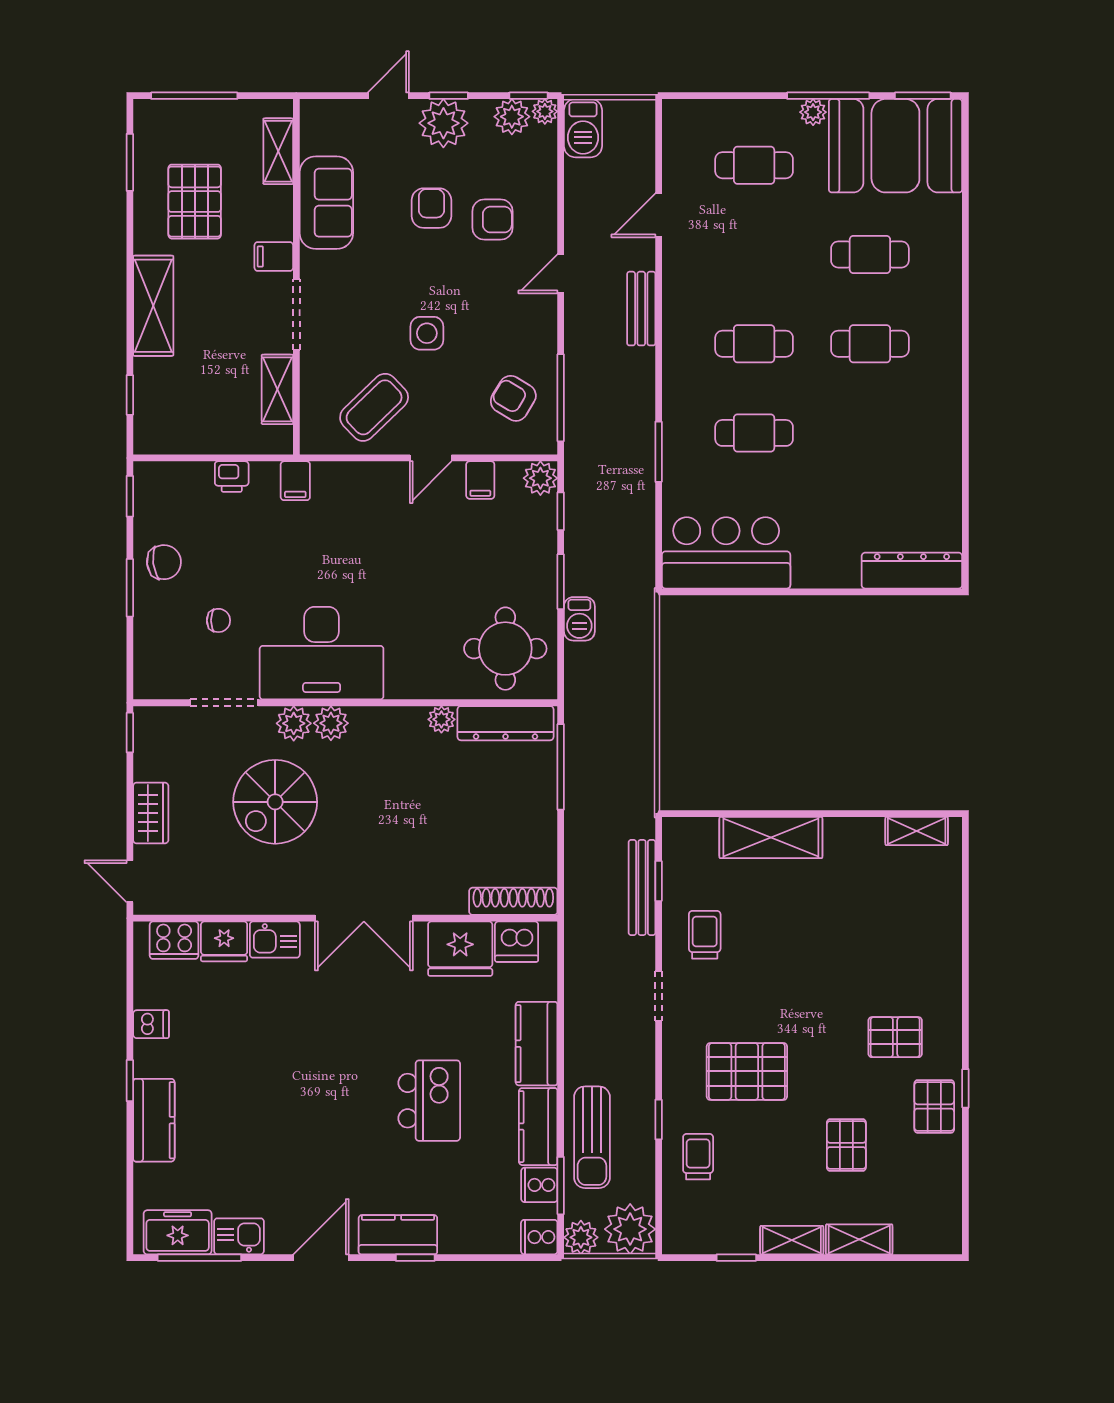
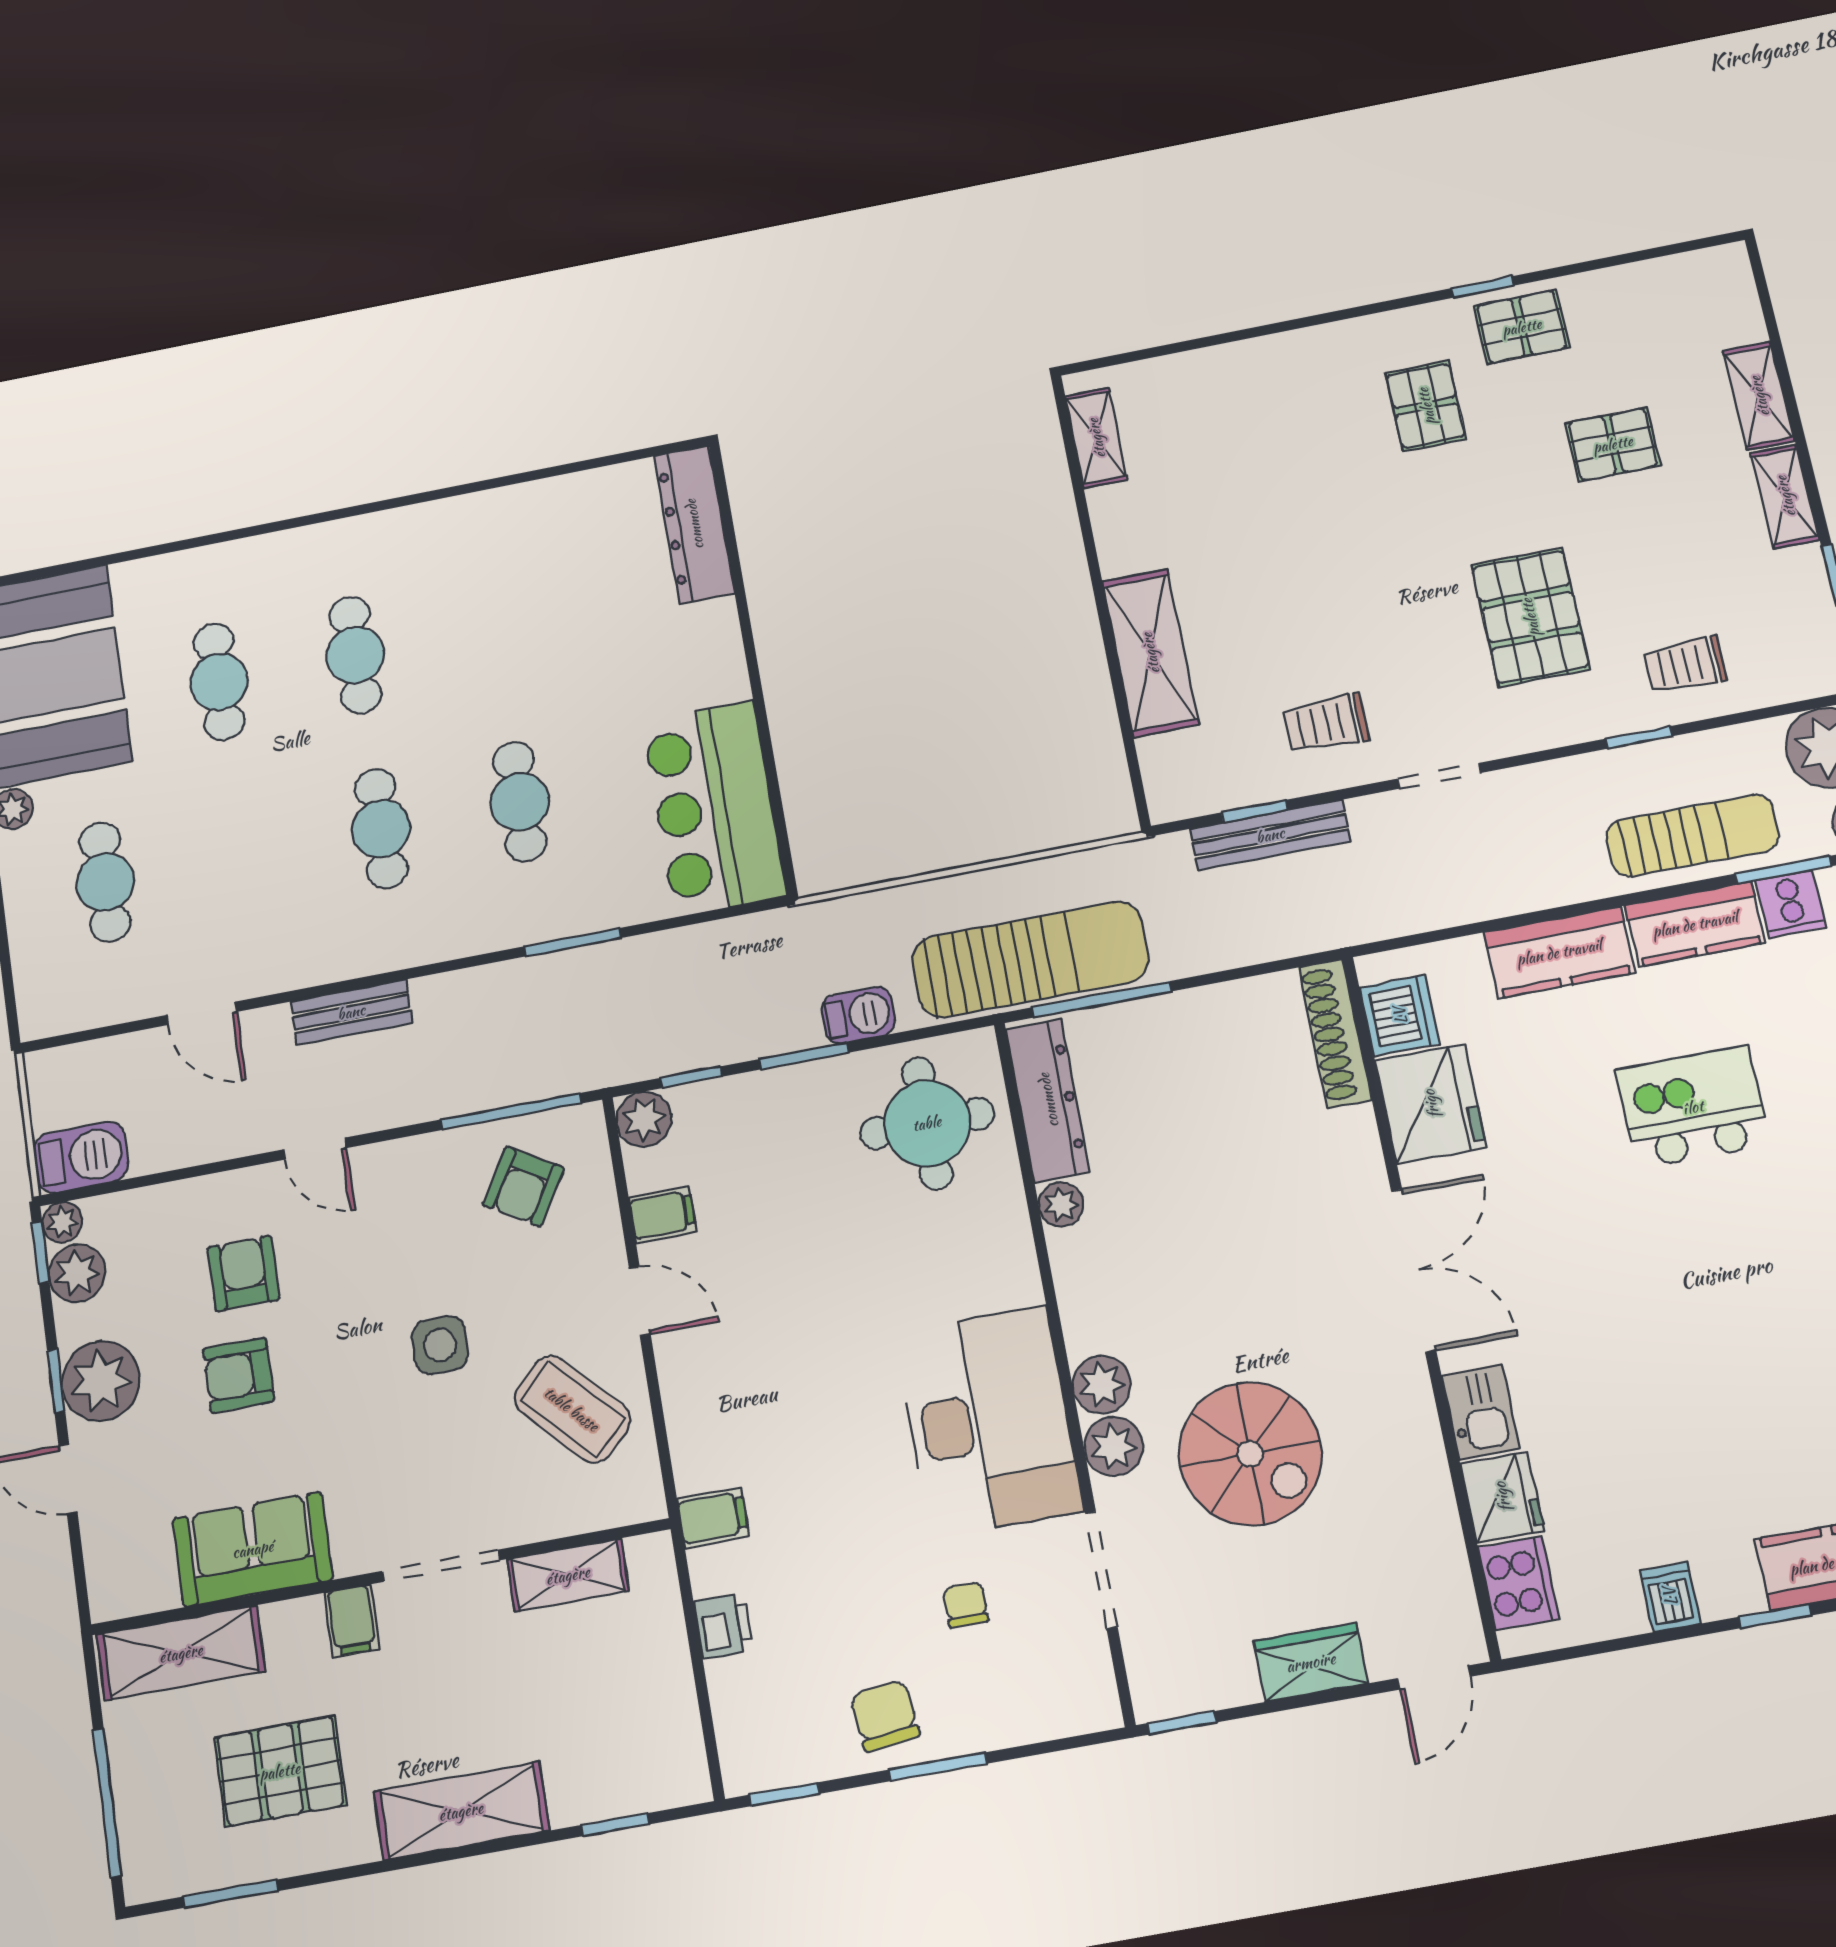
shelving: (278, 151) -> (181, 1653), width x1.50, depth x1.33
sun lounger: (593, 729) -> (1030, 960), added

